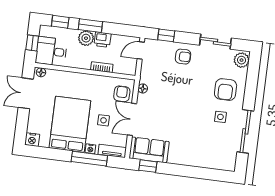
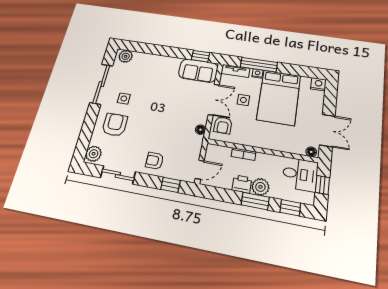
plant: (225, 163) -> (126, 56), added

